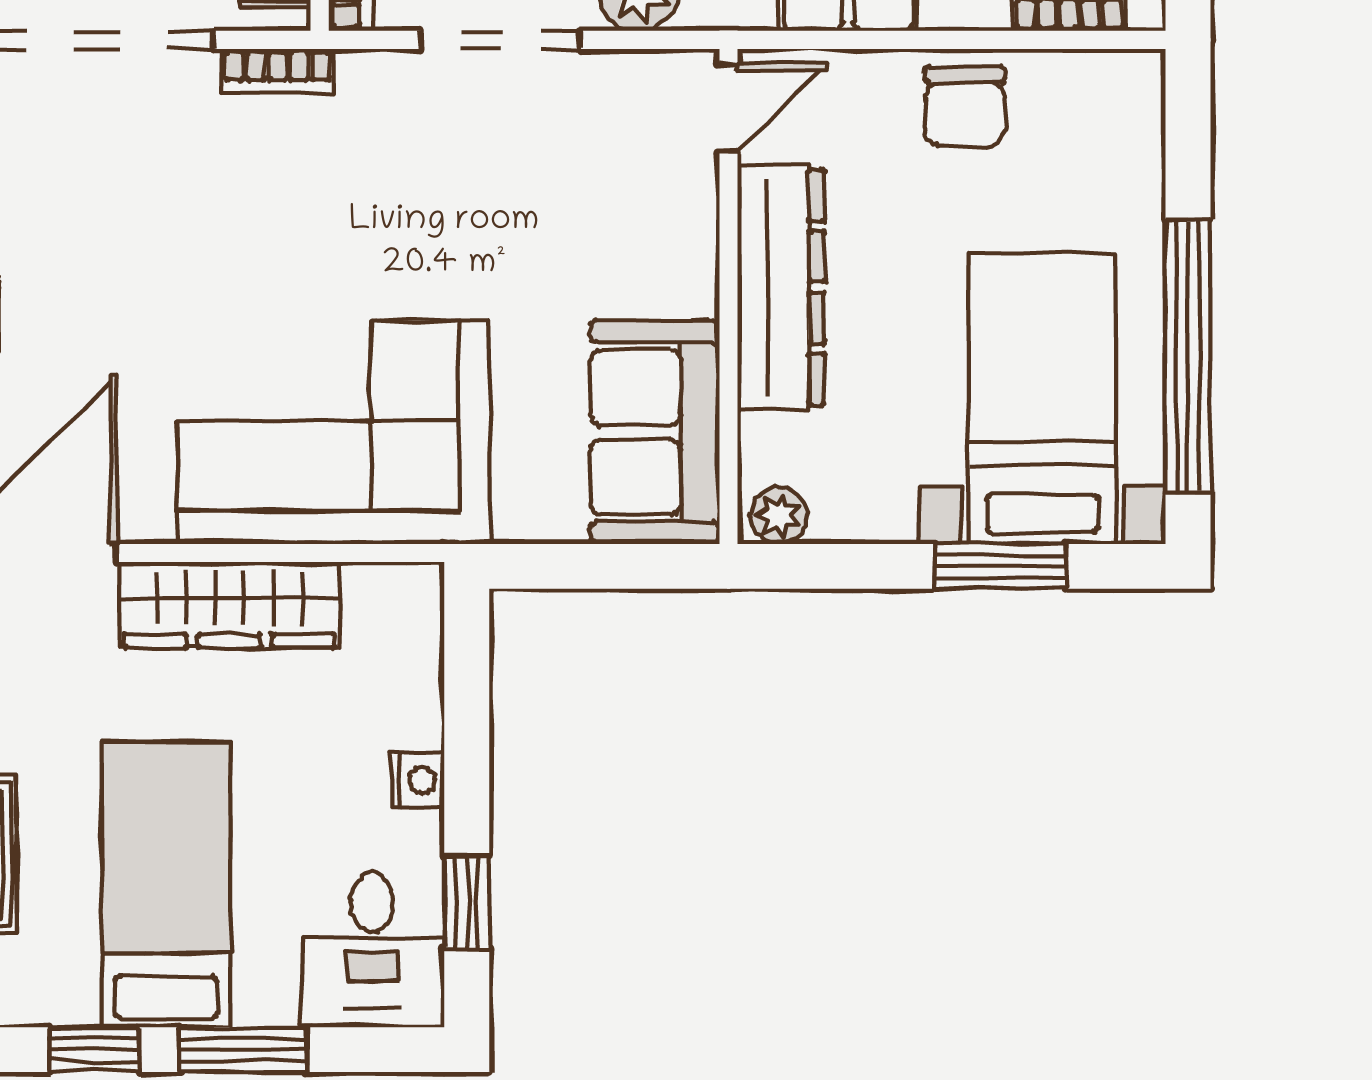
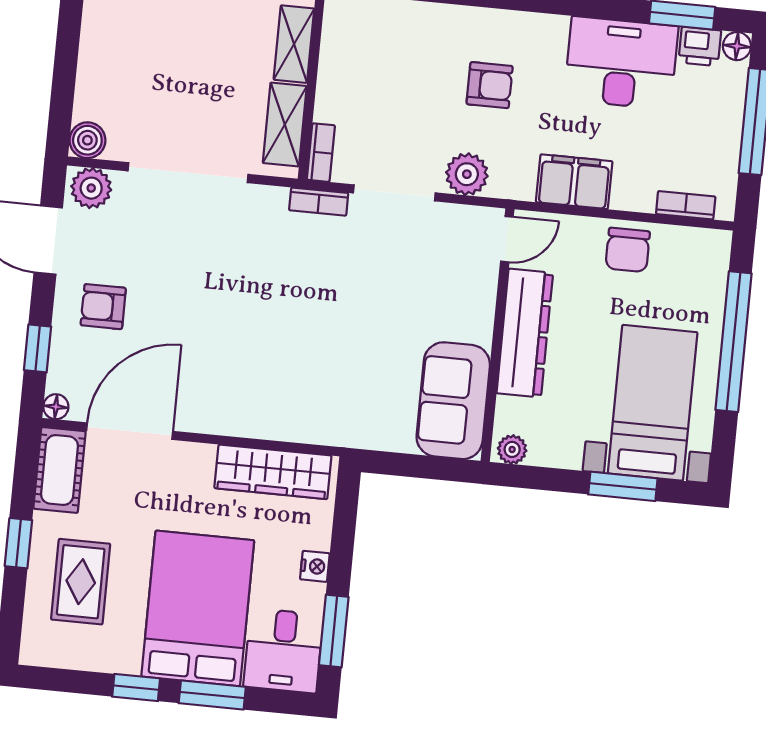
bookcase: (278, 71) -> (319, 202), moved
window: (1188, 356) -> (734, 342), moved
corner sofa: (334, 432) -> (289, 385), removed
wardrobe: (229, 605) -> (273, 472), moved
bed: (166, 884) -> (198, 608), width x1.50
window: (467, 902) -> (334, 631), width x1.50

